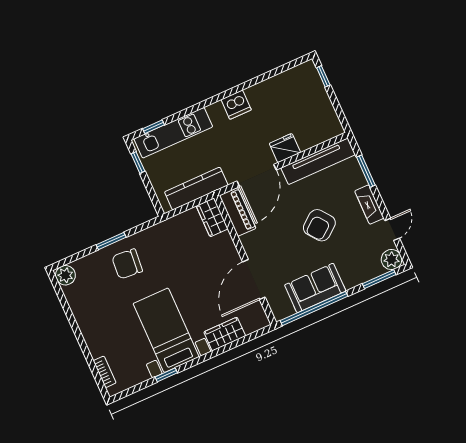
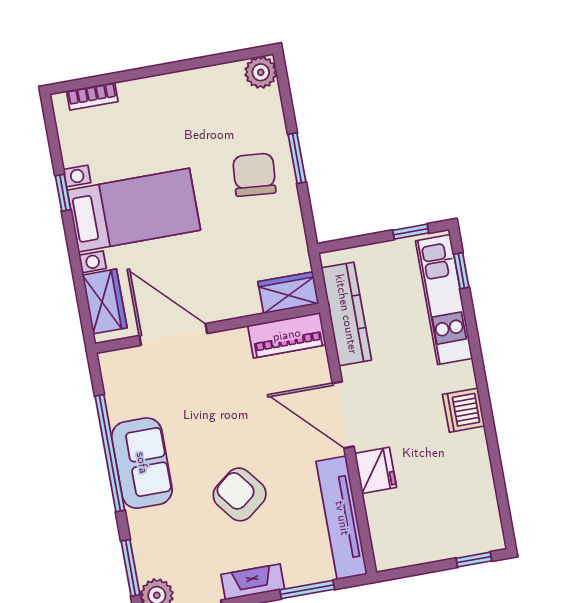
piano: (238, 212) -> (287, 335), moved
wardrobe: (212, 217) -> (288, 293), moved
wall: (245, 260) -> (208, 328), moved
door: (254, 280) -> (173, 334), moved

